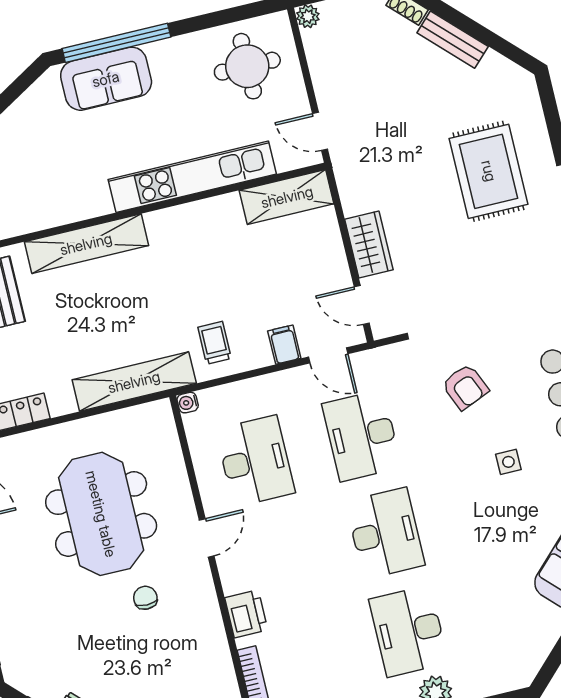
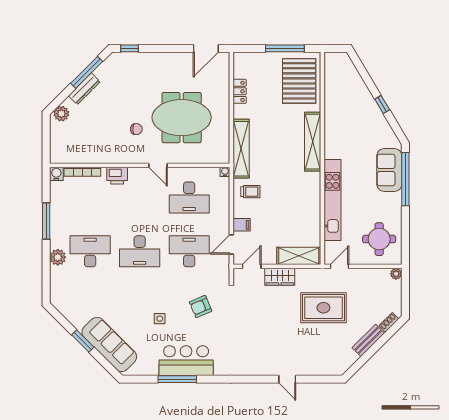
rug: (489, 171) -> (323, 308), moved
shelving: (287, 197) -> (299, 256), moved, turned 90

